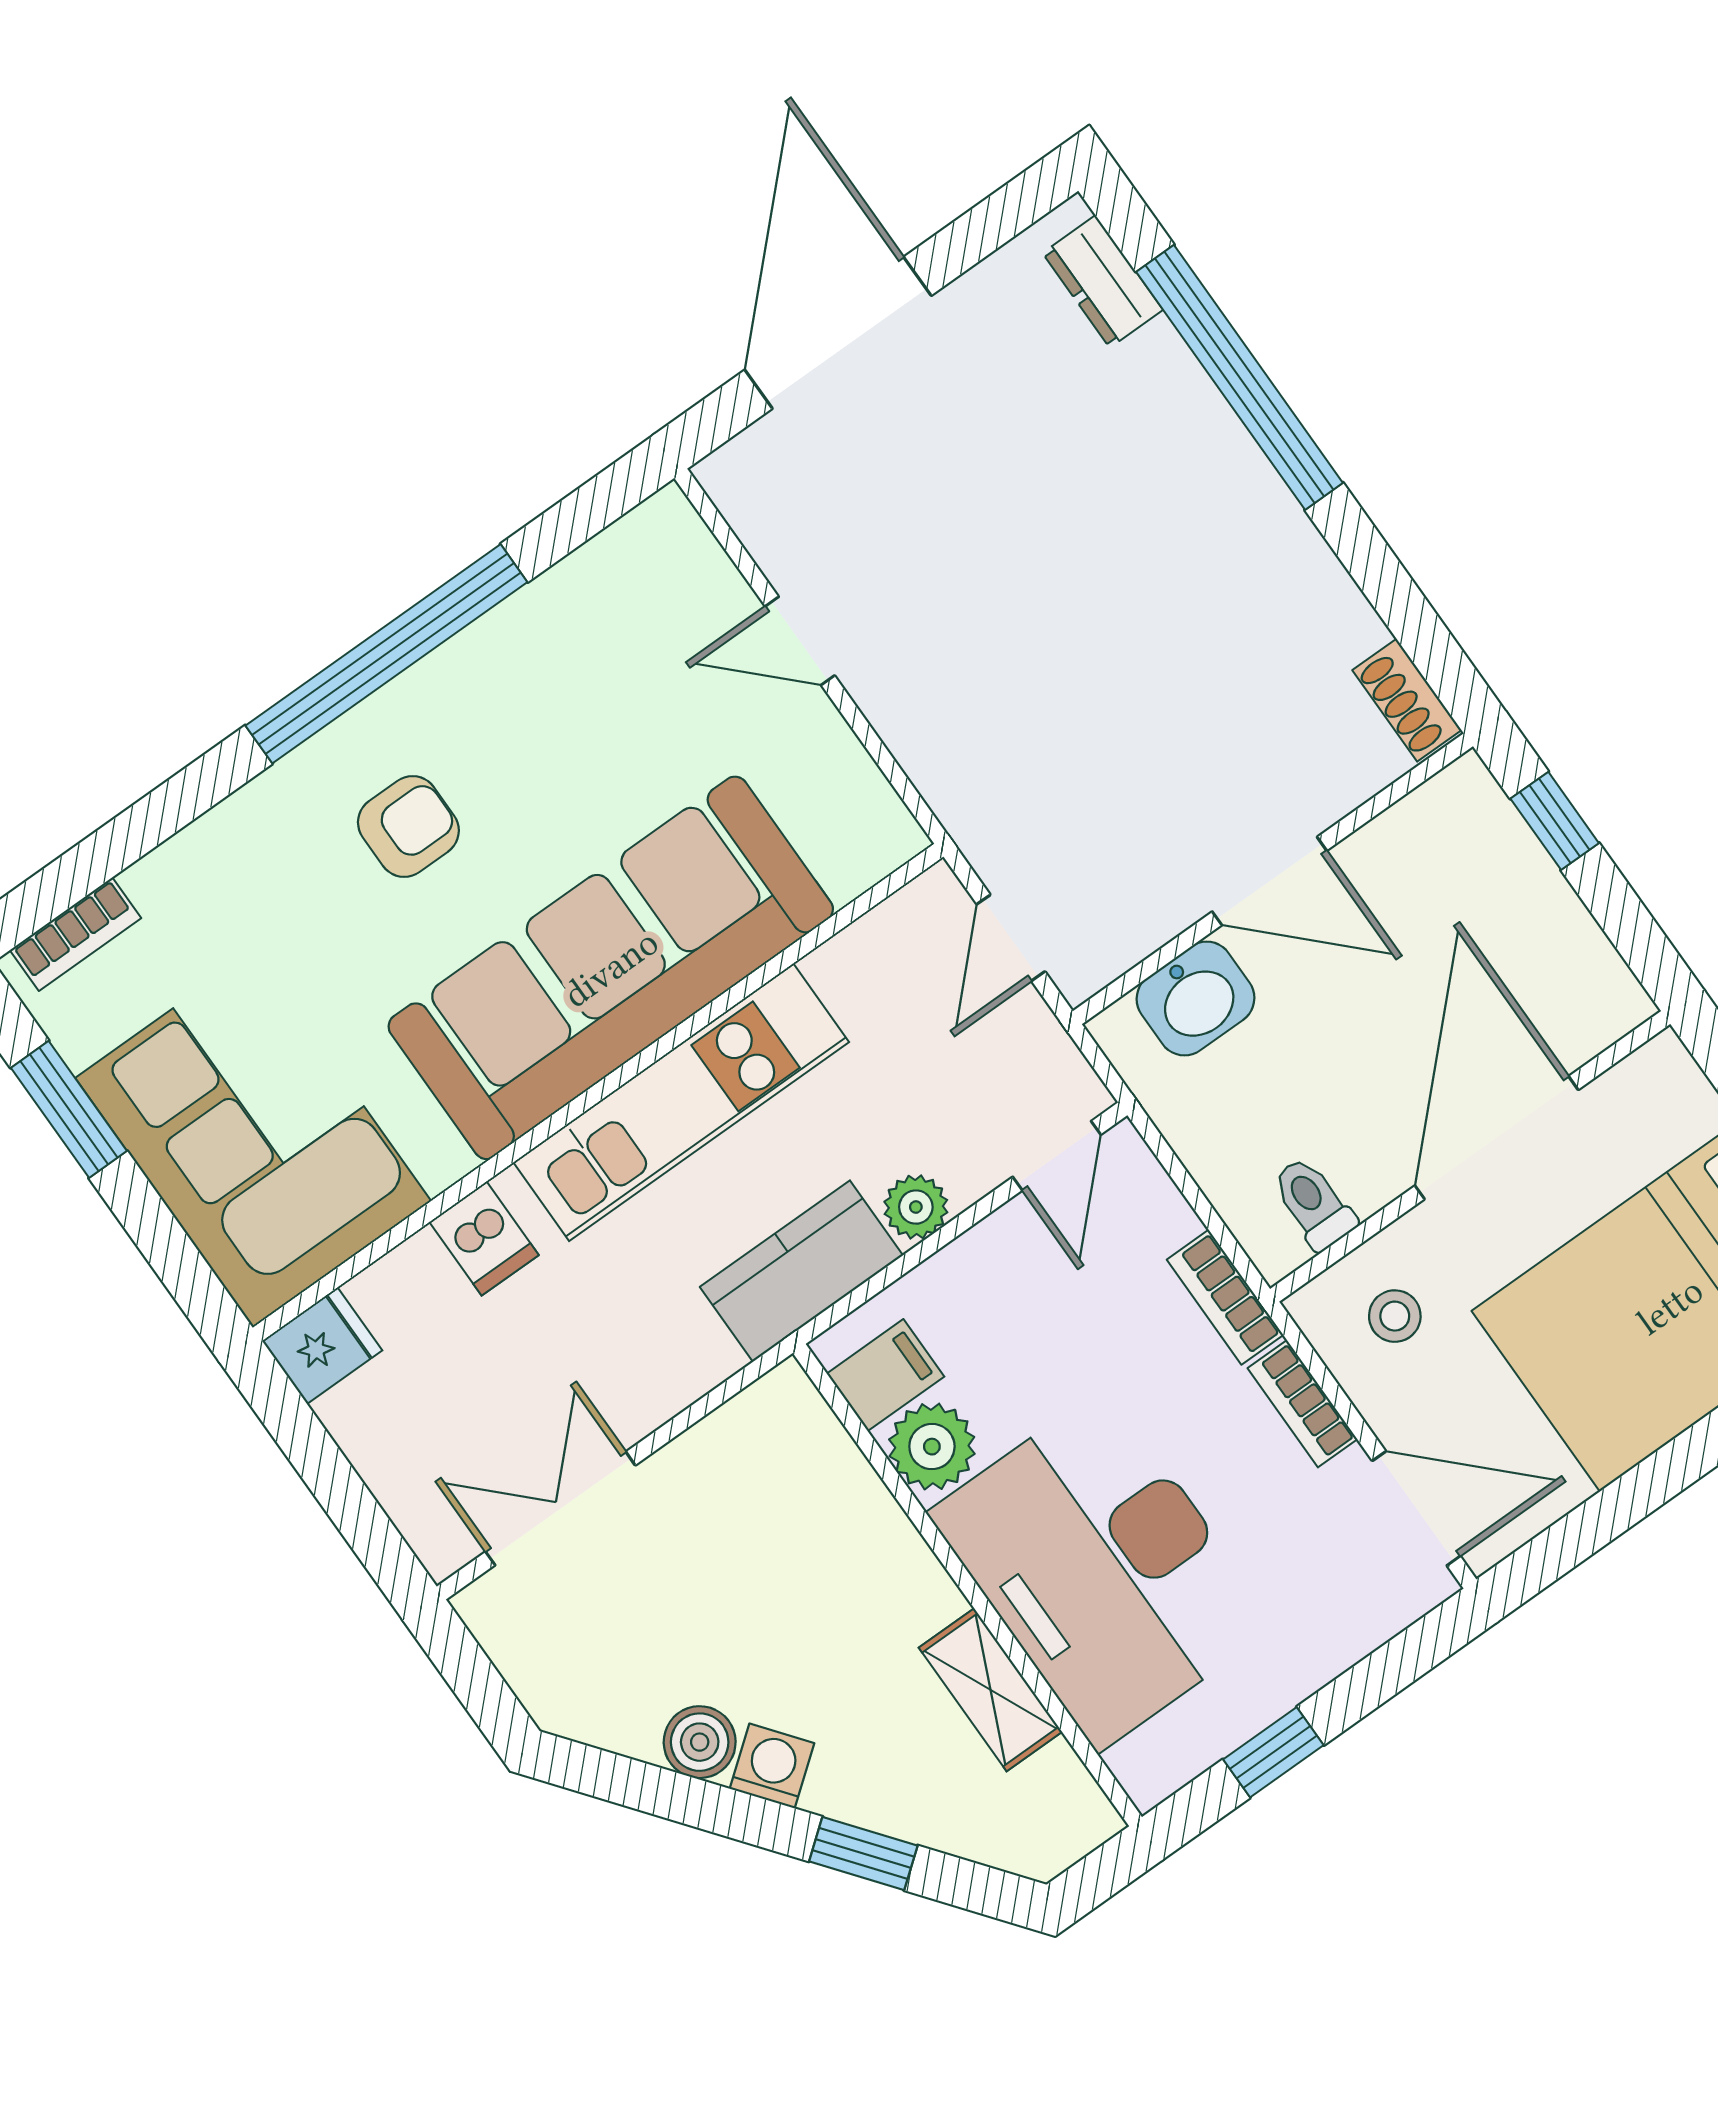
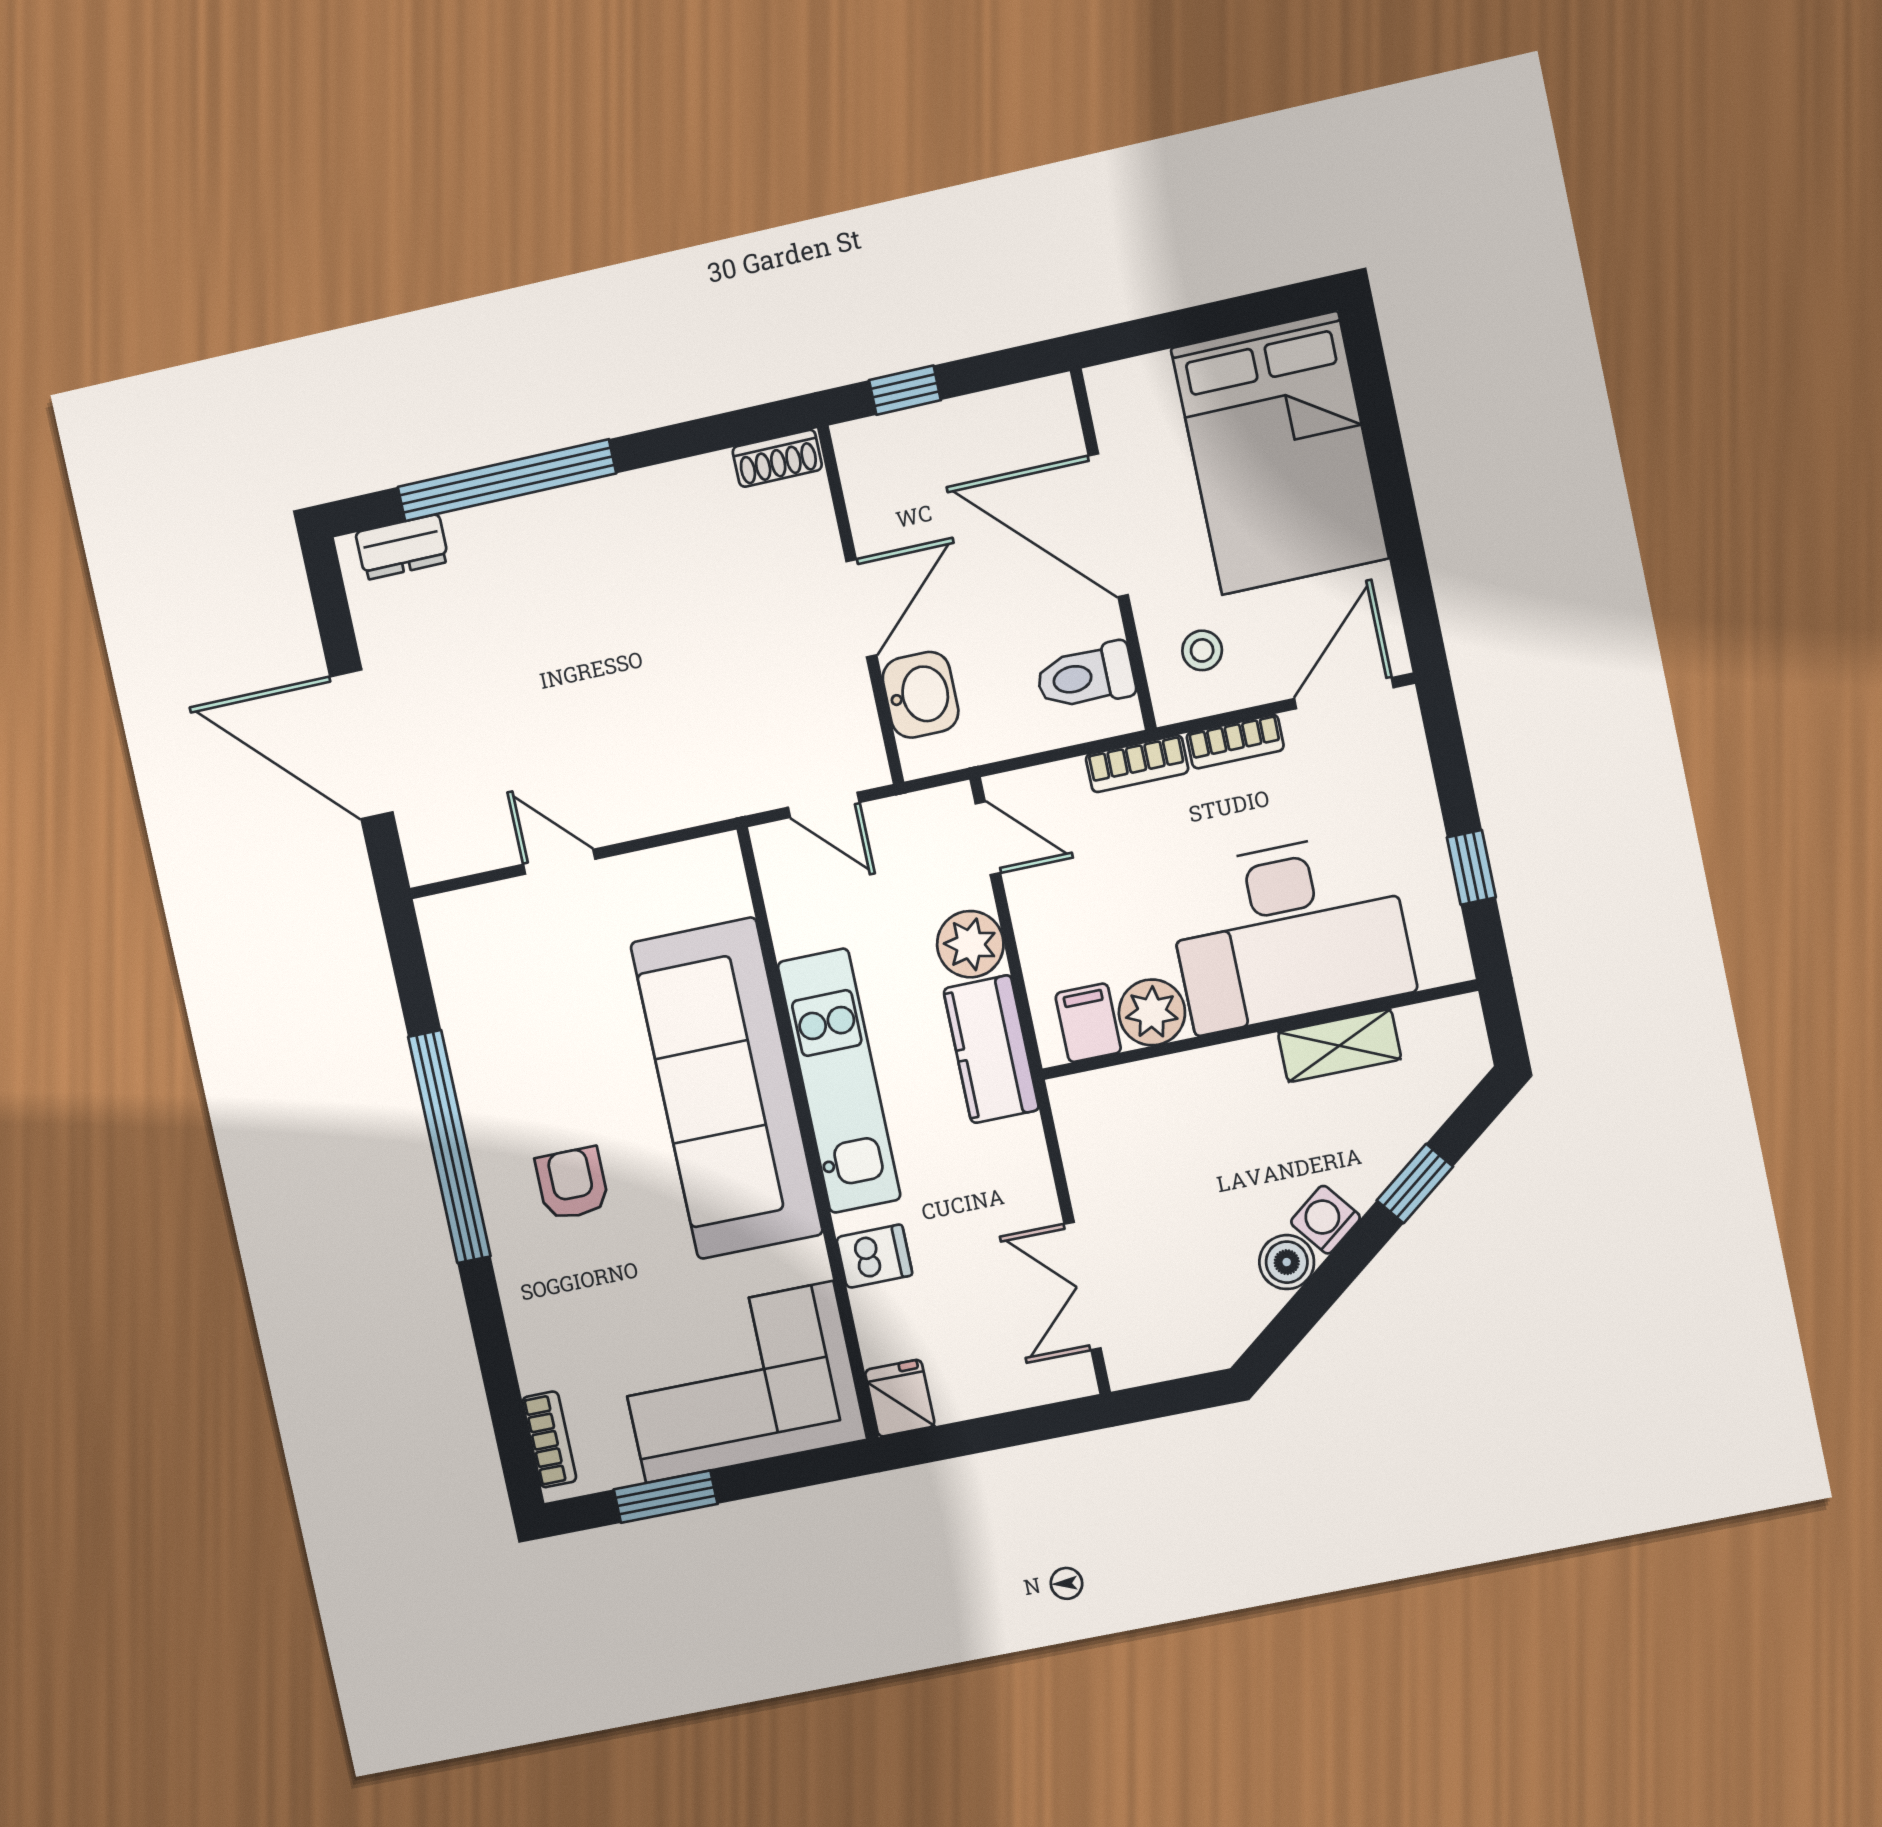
door: (800, 641) -> (559, 862), swing flipped
toilet: (1313, 1203) -> (1085, 676), width x1.37, depth x1.39
plant: (916, 1207) -> (970, 944), width x1.38, depth x1.38

